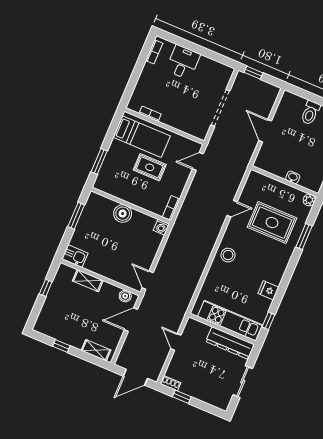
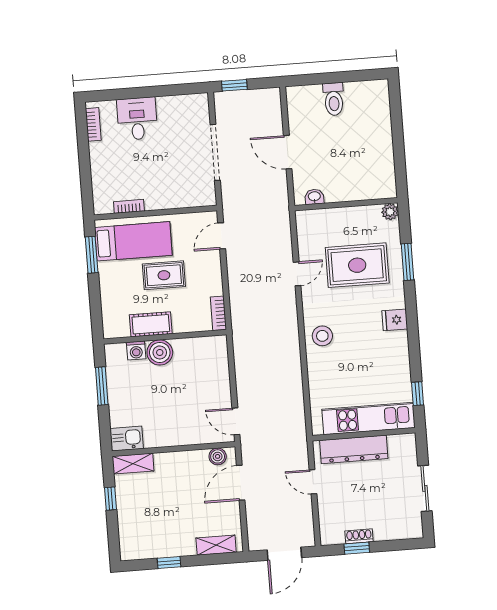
window: (99, 161) -> (92, 255), moved
washbasin: (293, 177) -> (314, 197), moved
cot: (126, 193) -> (151, 324), added
washing machine: (161, 227) -> (136, 351), moved
shelving: (88, 281) -> (133, 464), moved
fridge: (268, 290) -> (395, 320), moved
dresser: (230, 343) -> (354, 449), moved
shoe rack: (170, 383) -> (359, 536), moved

